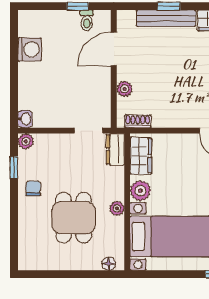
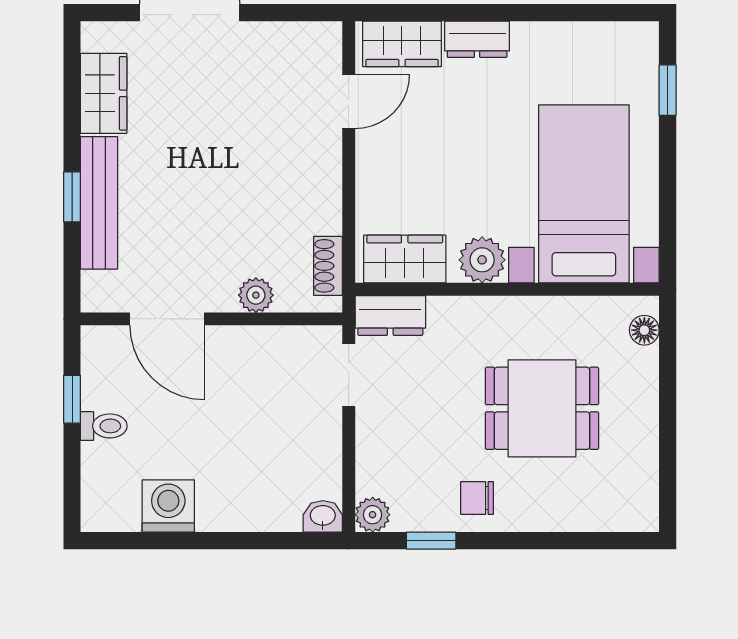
toilet: (87, 20) -> (104, 426), moved
plant: (117, 208) -> (521, 312), removed

